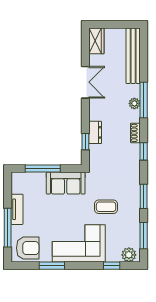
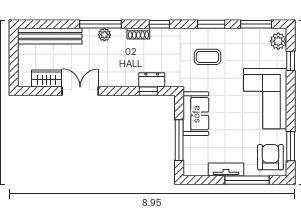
wardrobe: (96, 41) -> (47, 78), moved
dresser: (95, 132) -> (152, 80), moved
coffee table: (106, 207) -> (207, 57), moved, turned 90
window: (52, 266) -> (291, 146), moved

